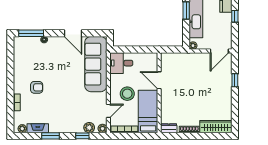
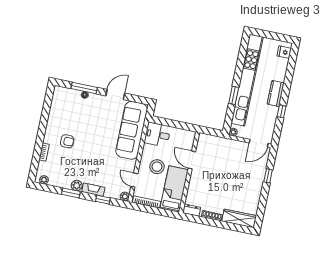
window: (31, 33) -> (84, 88), moved
door: (73, 33) -> (115, 94), swing flipped
door: (108, 111) -> (134, 180), swing flipped
fireplace: (38, 128) -> (93, 190), moved
plant: (89, 128) -> (77, 185), moved

